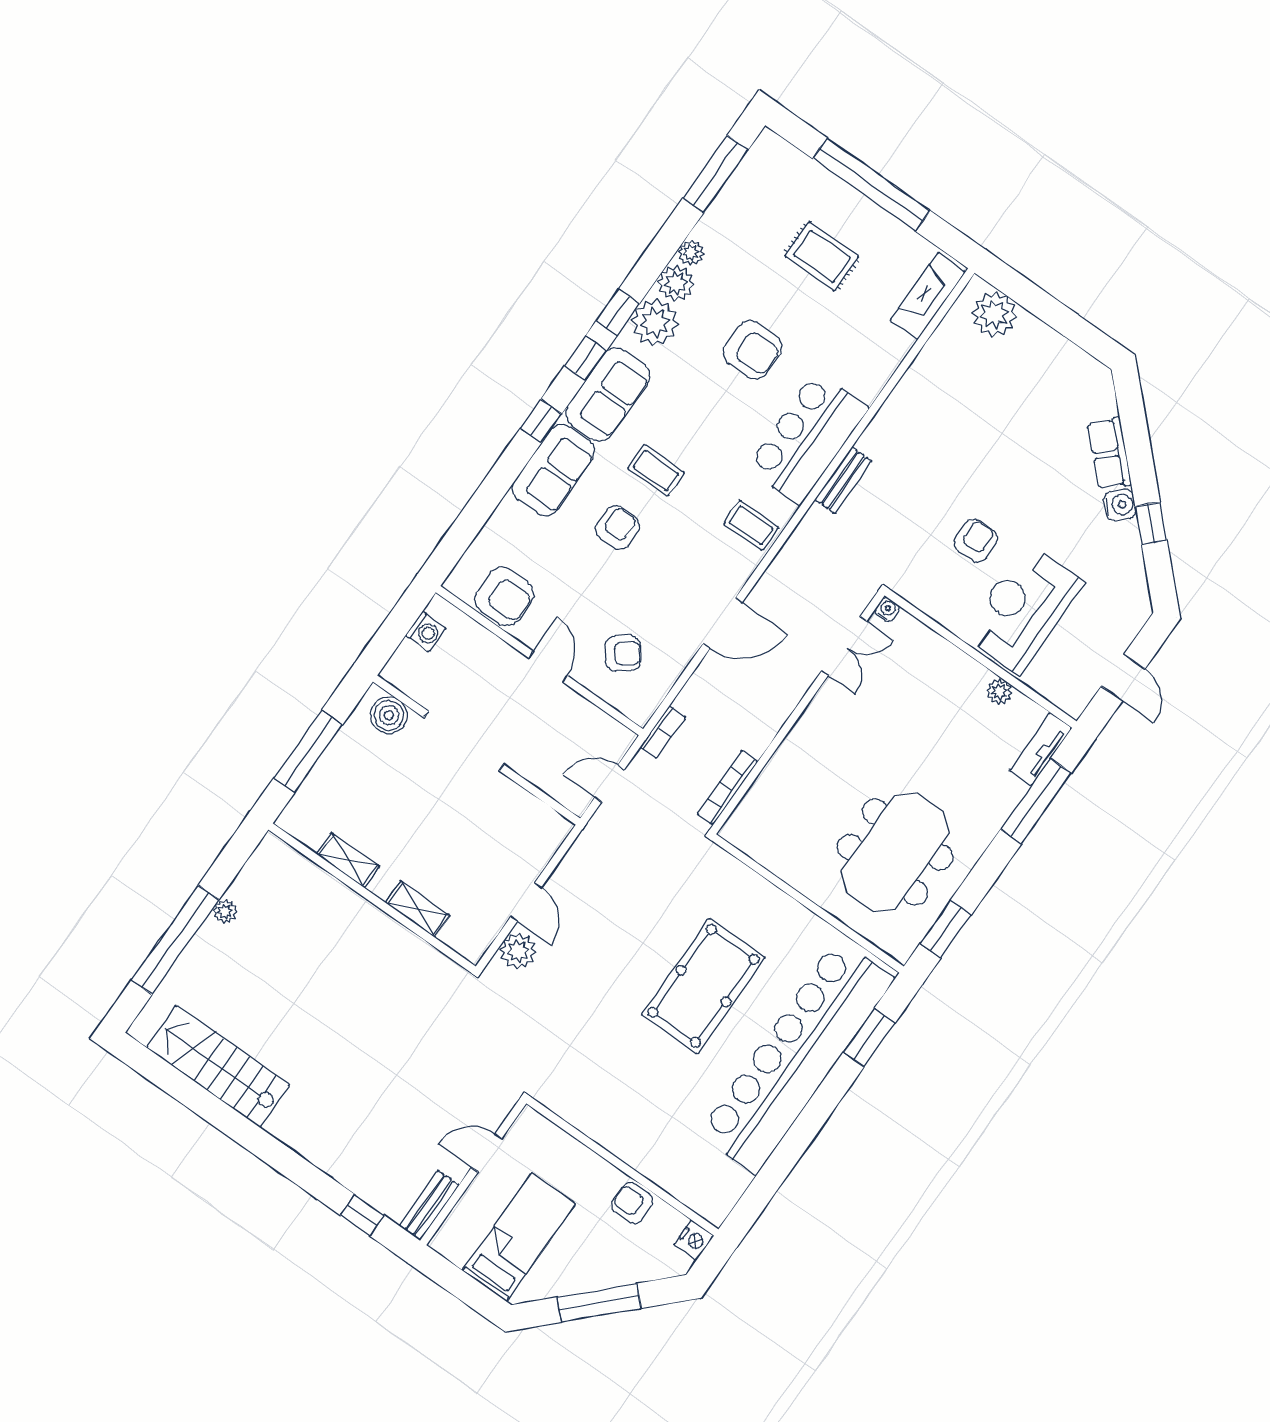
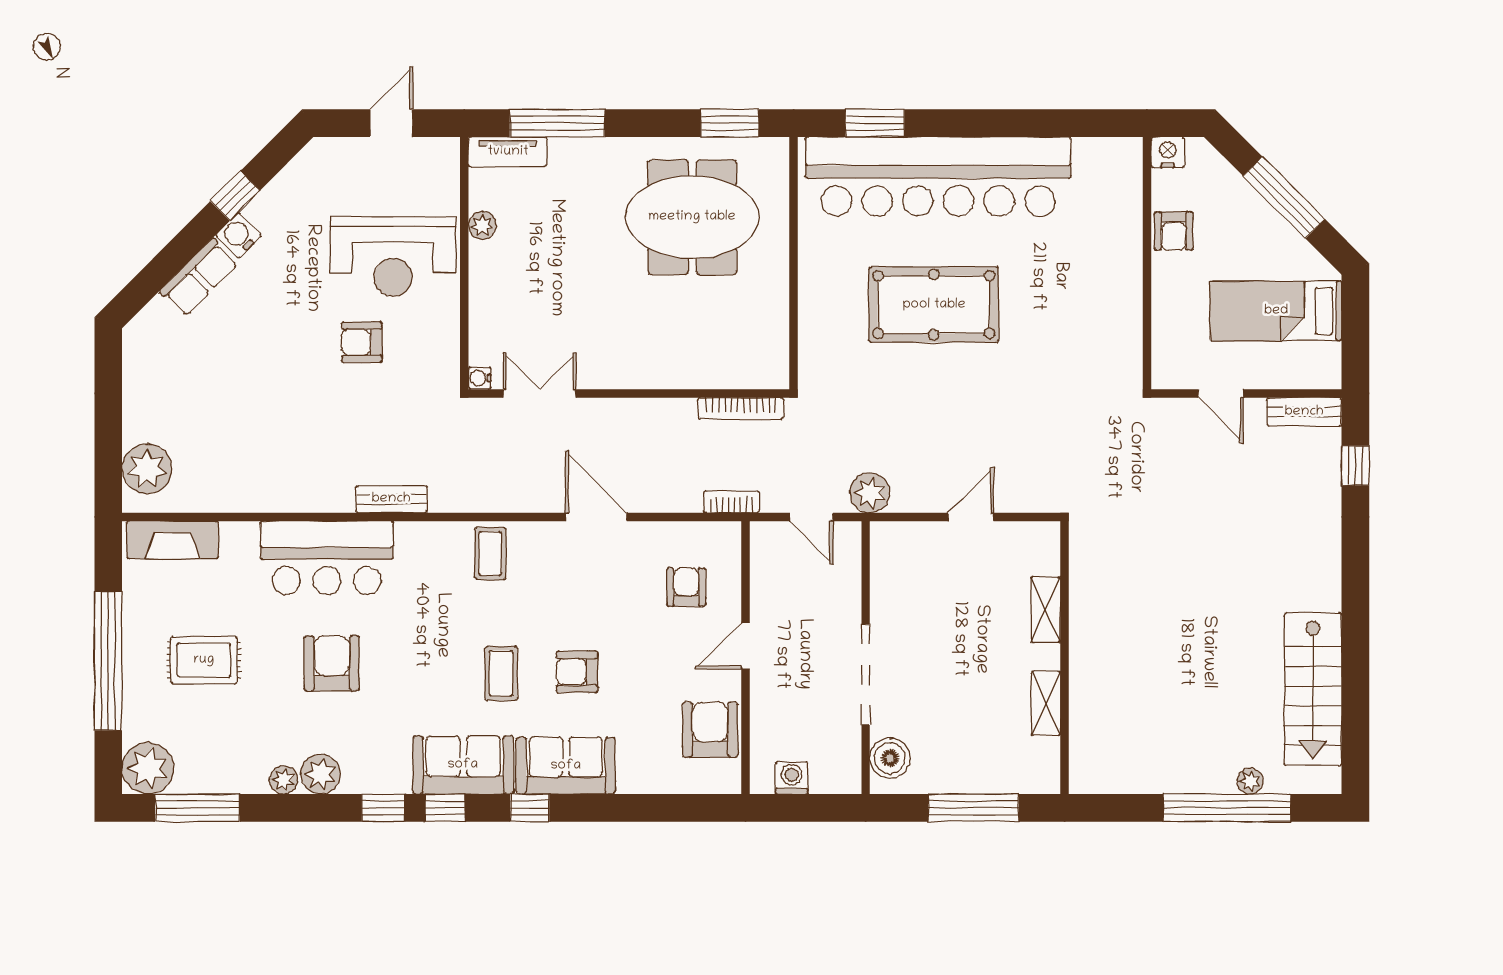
rug: (822, 256) -> (204, 660), turned 90
plant: (655, 322) -> (148, 768), moved
bar counter: (808, 438) -> (327, 558), moved
armchair: (623, 653) -> (686, 587), turned 36
plant: (225, 912) -> (1250, 781), moved
plant: (518, 951) -> (870, 493), moved

